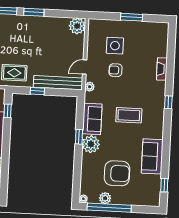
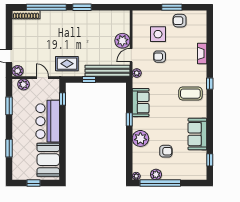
plant: (77, 26) -> (122, 41), moved
armchair: (139, 32) -> (180, 21), added
coffee table: (129, 115) -> (190, 94), moved
plant: (91, 144) -> (140, 138), moved
armchair: (117, 173) -> (166, 151), width x0.53, depth x0.53

